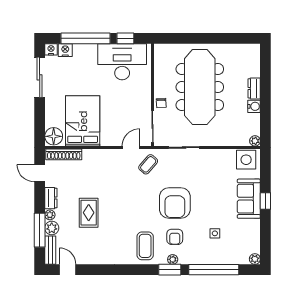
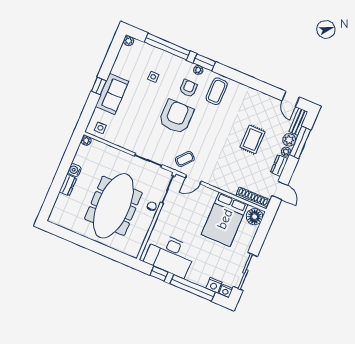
side table: (246, 160) -> (100, 128), width x0.54, depth x0.54

